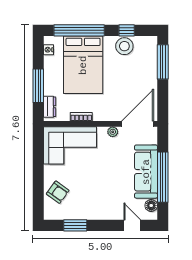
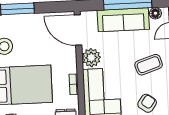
plant: (113, 132) -> (91, 58), width x1.88, depth x1.88
coffee table: (98, 196) -> (149, 65), added

